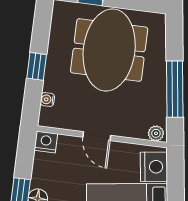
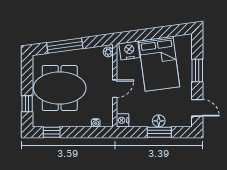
window: (37, 66) -> (52, 132), moved
window: (175, 89) -> (65, 46), moved

